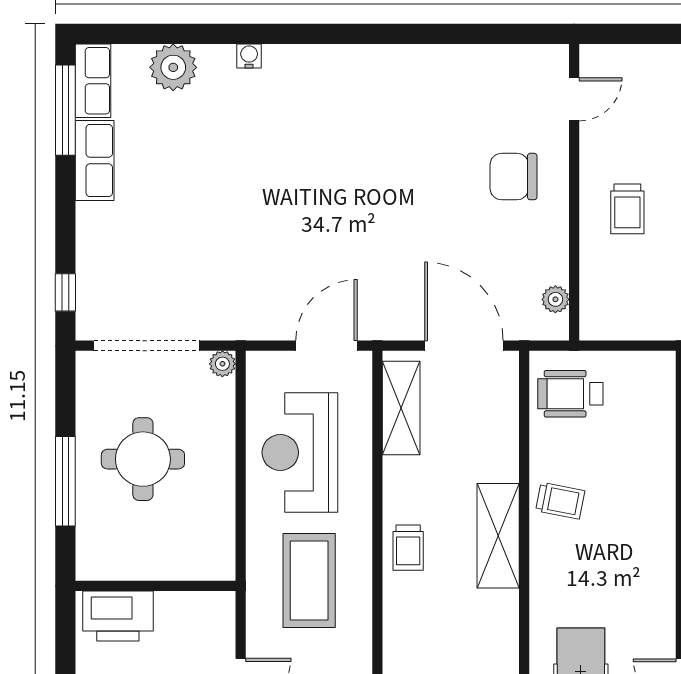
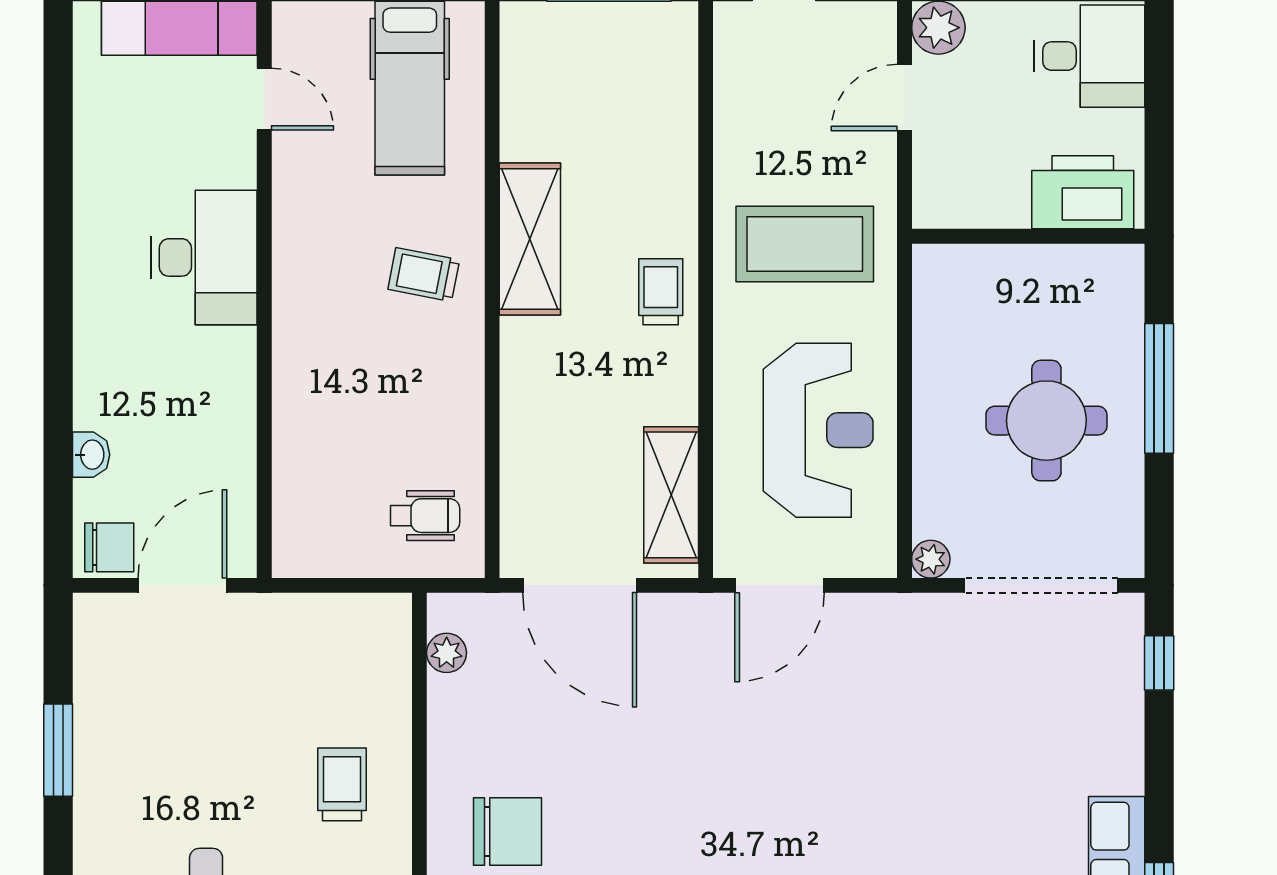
wheelchair: (570, 394) -> (425, 516), width x0.73, depth x0.73
trolley: (560, 501) -> (424, 275), moved
shelving: (498, 536) -> (530, 239), moved
coffee table: (309, 581) -> (805, 244), turned 90

